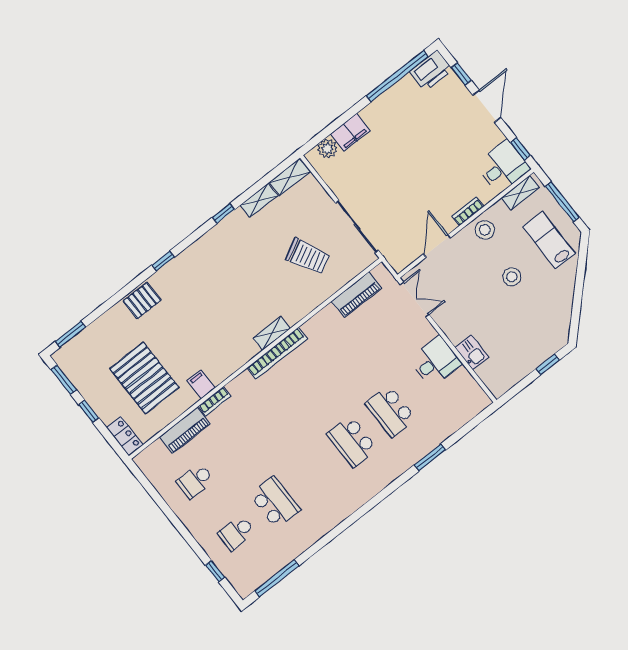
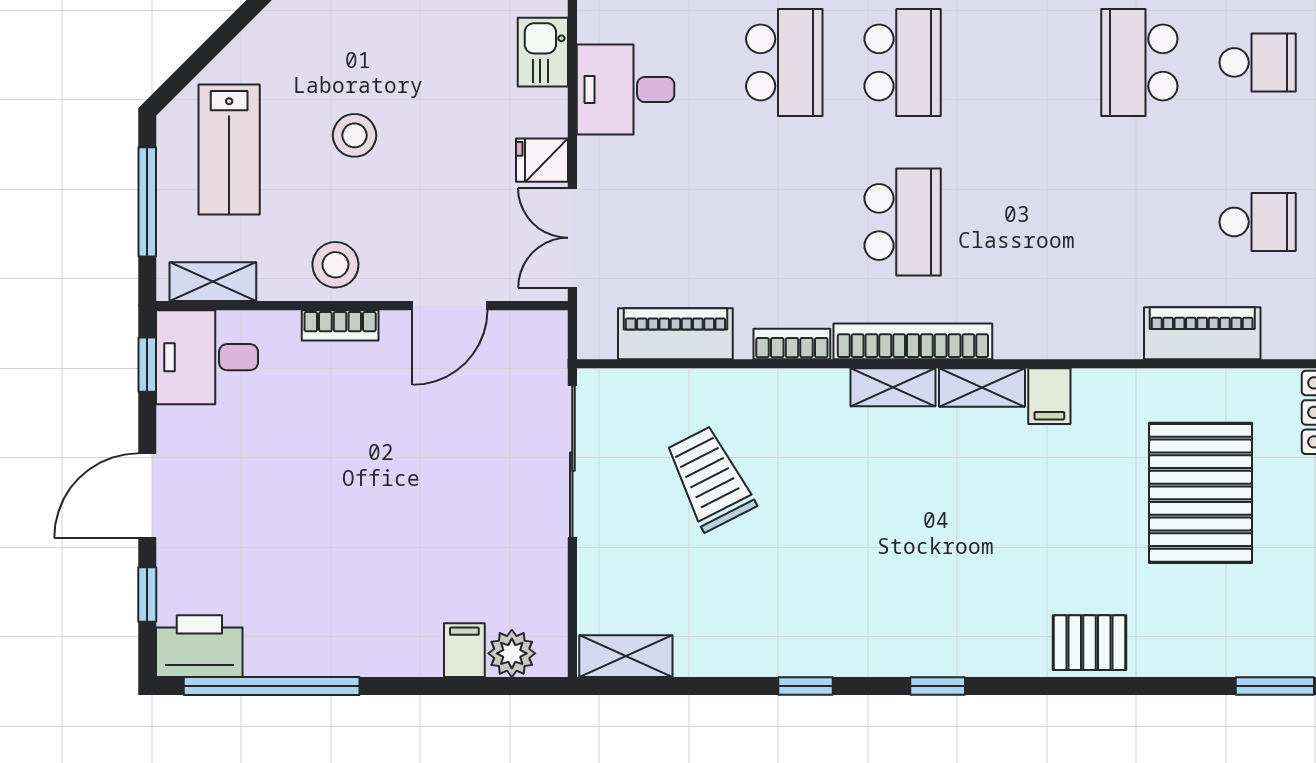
filing cabinet: (350, 132) -> (464, 650), width x0.50
shelving: (259, 200) -> (982, 388), moved
window: (163, 261) -> (938, 686), moved
fridge: (444, 317) -> (542, 160), added
filing cabinet: (201, 384) -> (1049, 396), moved
school desk: (311, 390) -> (903, 222), added
bookcase: (215, 401) -> (792, 344), moved

